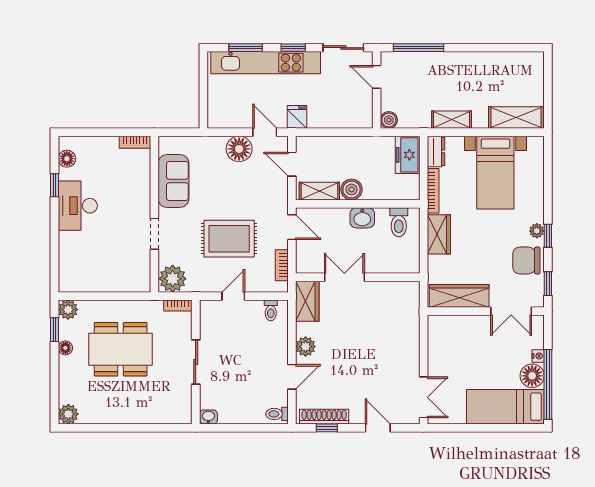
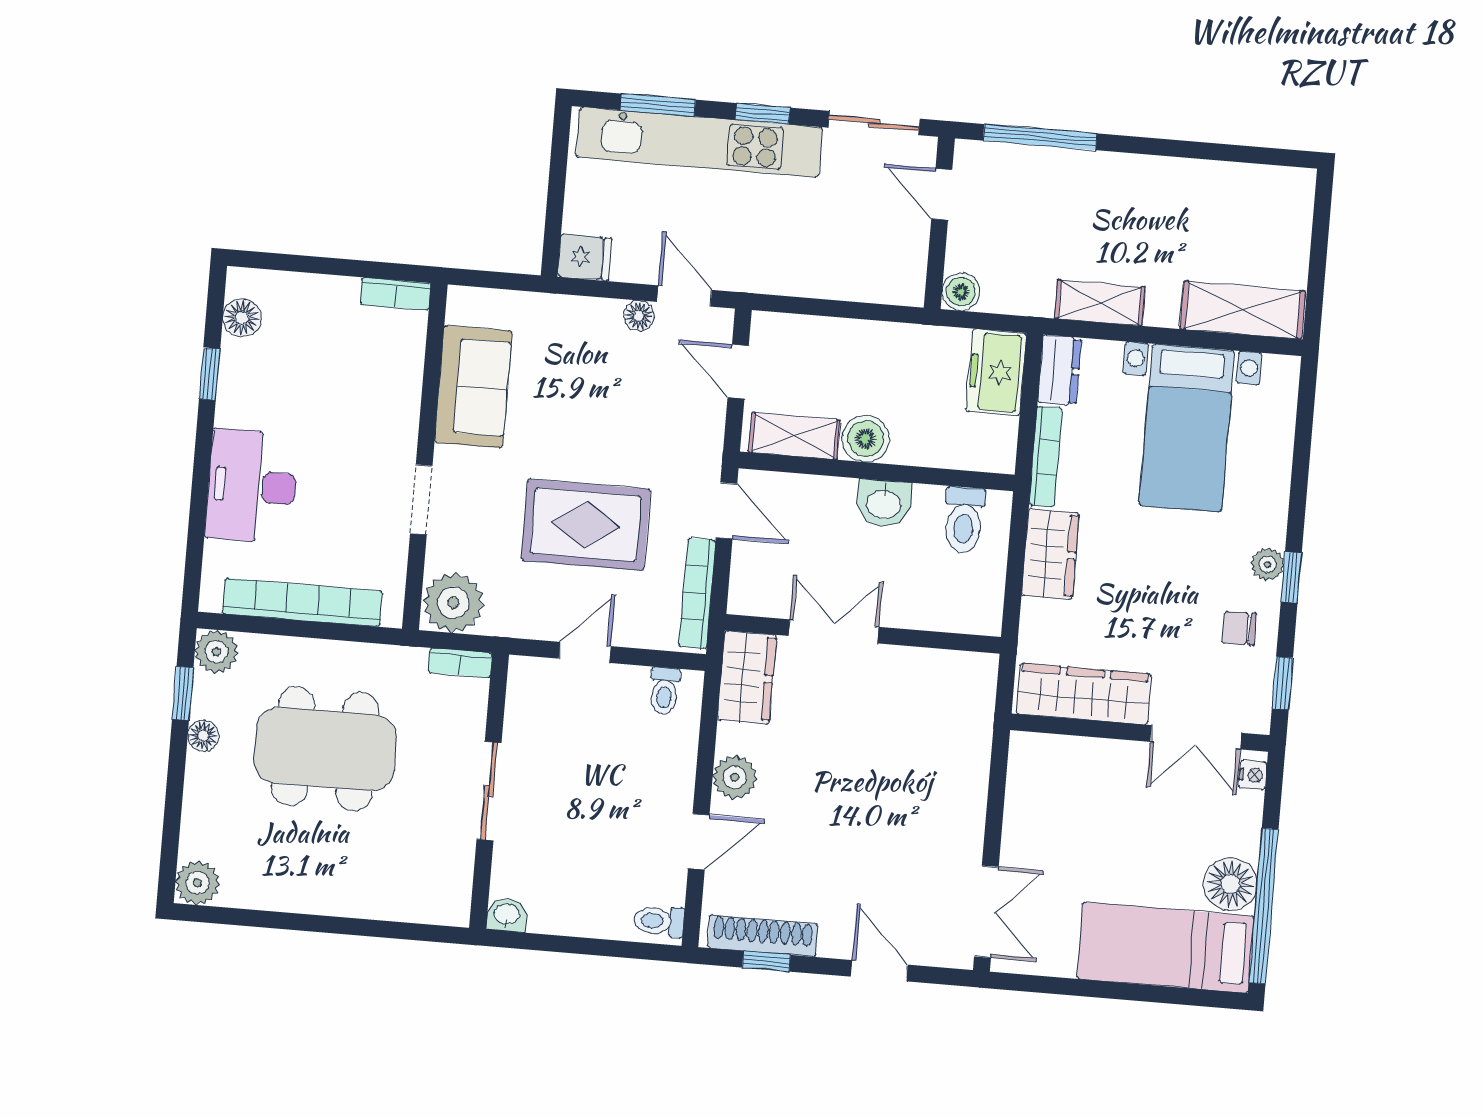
fridge: (297, 117) -> (585, 257), moved, turned 90
floor lamp: (239, 149) -> (639, 316), width x0.53, depth x0.53
desk: (78, 206) -> (252, 486), moved
chair: (526, 261) -> (1239, 628), width x0.54, depth x0.54
bookcase: (282, 265) -> (697, 593), width x1.56
bookcase: (105, 284) -> (302, 602), added
nightstand: (538, 356) -> (1253, 775), moved

